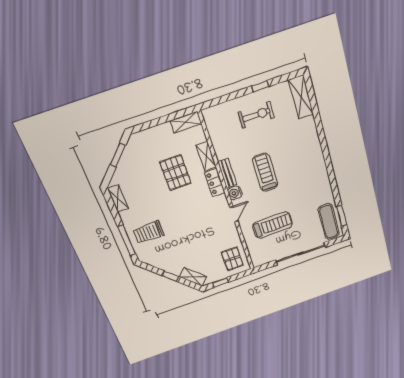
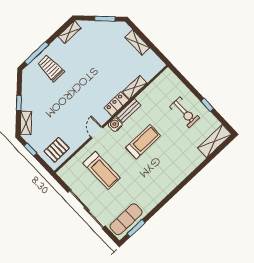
shelving: (186, 122) -> (137, 42), moved
pallet: (175, 173) -> (111, 69), removed
door: (234, 214) -> (97, 132), swing flipped

